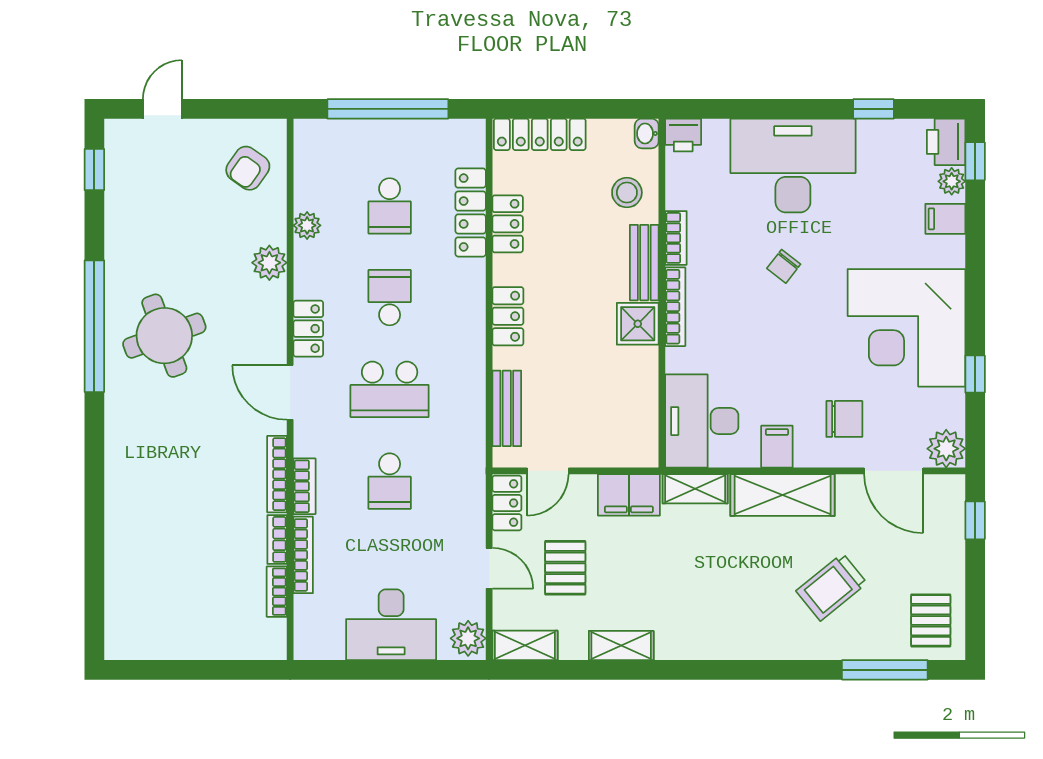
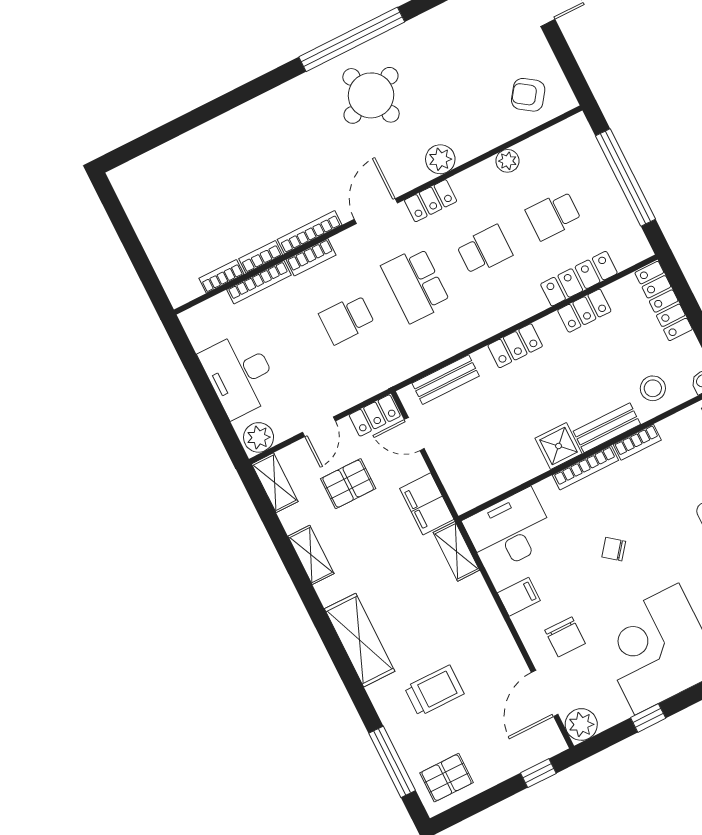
plant: (269, 263) -> (440, 159), moved
chair: (784, 266) -> (614, 549), moved
shelving: (783, 495) -> (360, 640), moved
trolley: (832, 587) -> (434, 691), turned 129

